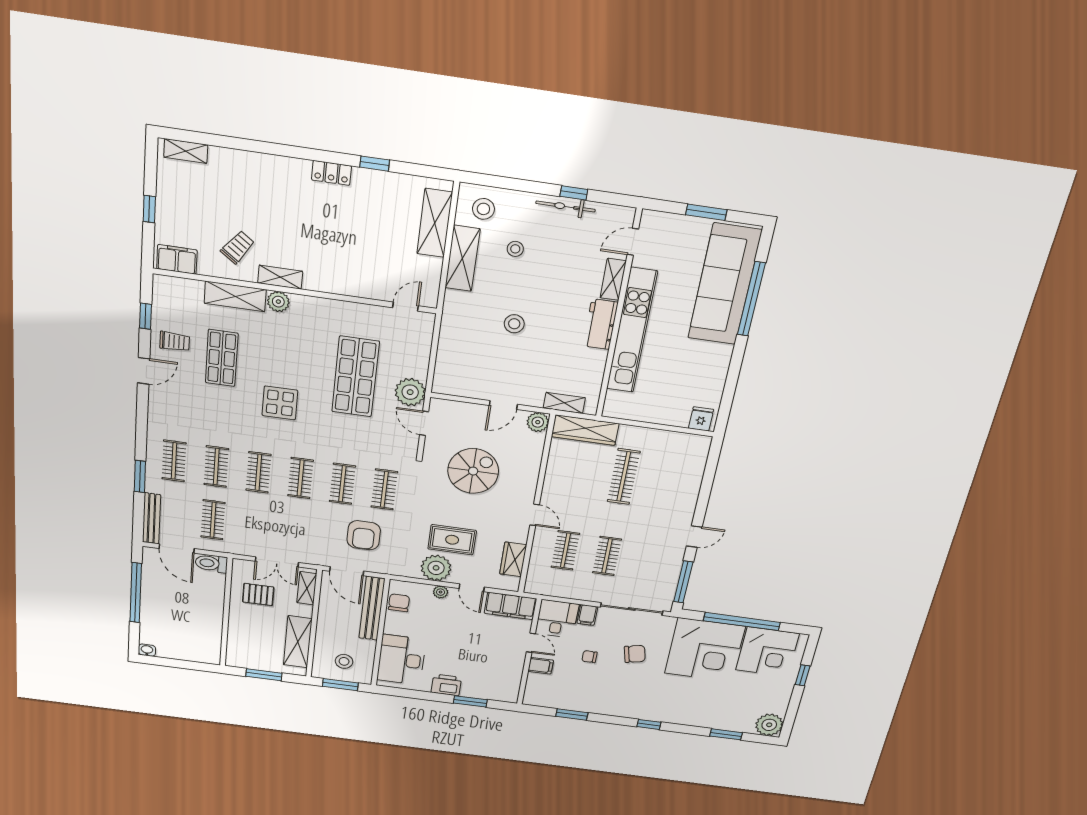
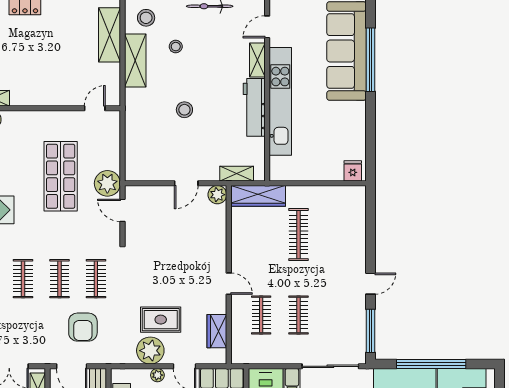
workbench: (601, 324) -> (254, 107), width x1.37
spiral stairs: (473, 471) -> (170, 249), removed

